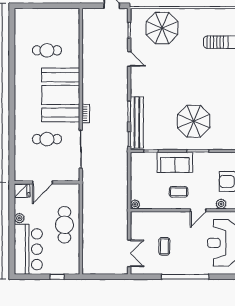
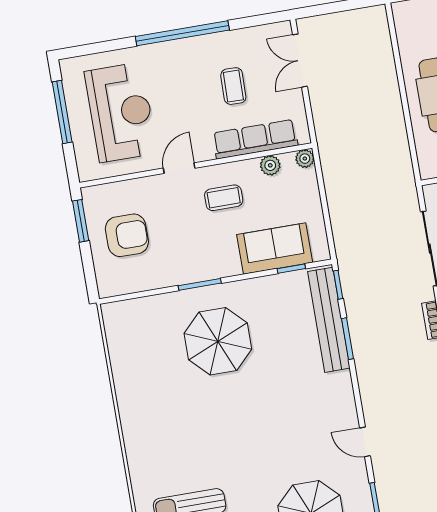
sofa: (175, 162) -> (275, 249), moved
plant: (221, 204) -> (270, 165), moved
row of seats: (158, 218) -> (255, 139), added

